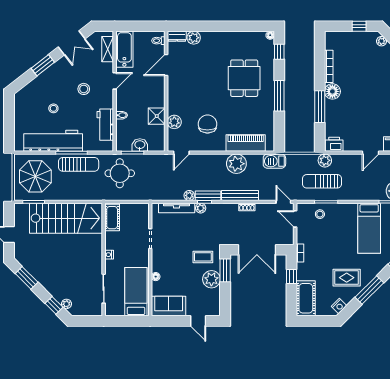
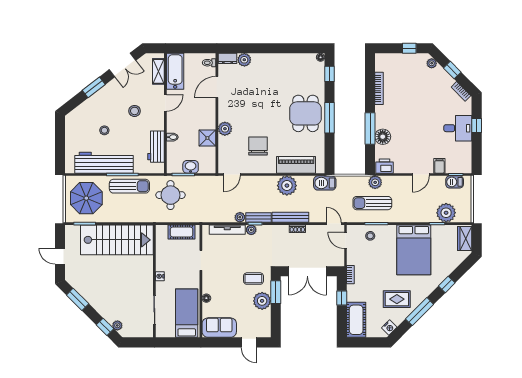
dining table: (244, 78) -> (306, 113), moved
floor lamp: (332, 91) -> (383, 137), moved
plant: (174, 122) -> (225, 129), moved
cot: (112, 218) -> (181, 232), moved, turned 90
bed: (369, 228) -> (414, 250), width x1.50

